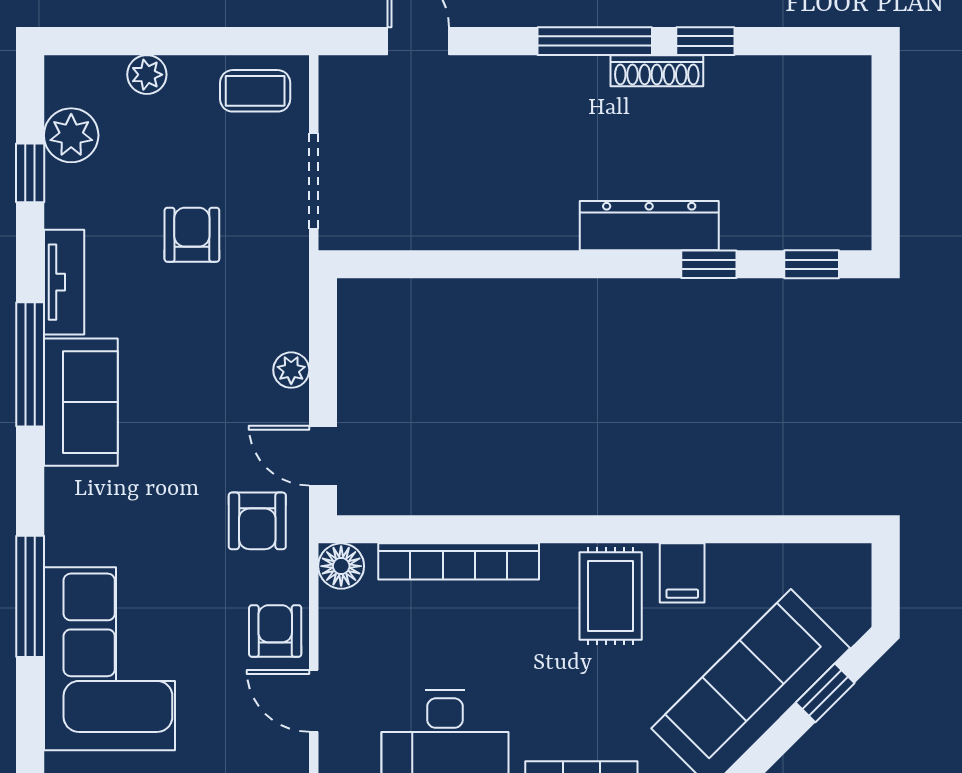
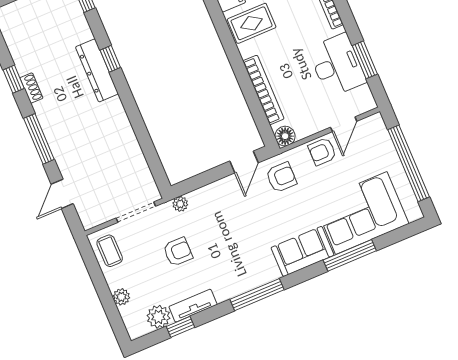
window: (595, 41) -> (39, 139), moved
shoe rack: (657, 71) -> (31, 88), width x0.70
armchair: (192, 235) -> (178, 252), turned 180
window: (709, 264) -> (110, 59), moved
tv unit: (64, 282) -> (193, 306), moved
plant: (291, 370) -> (180, 204), moved
sofa: (81, 402) -> (303, 251), moved

